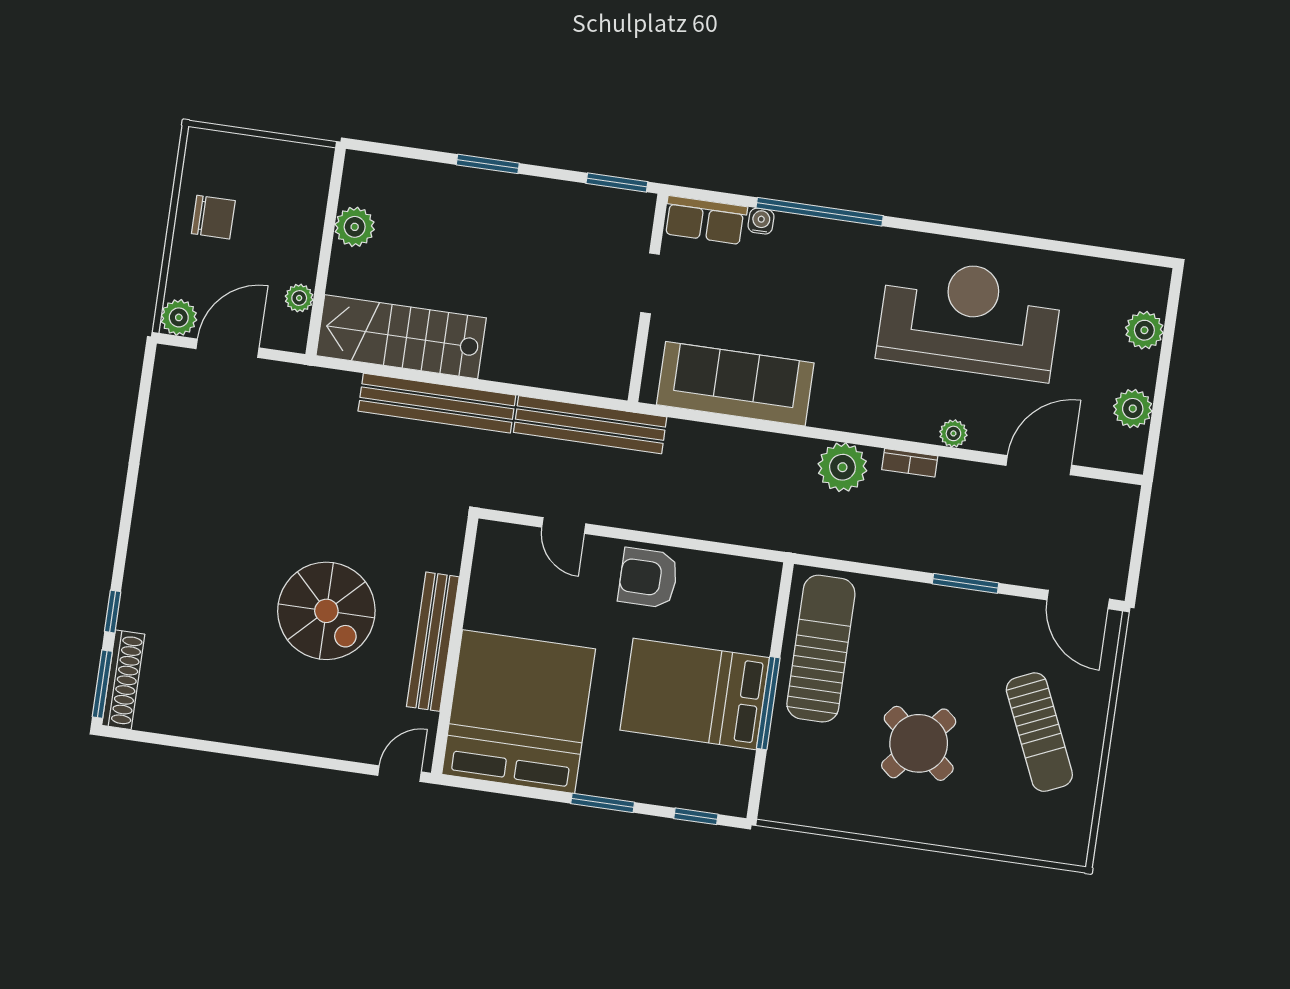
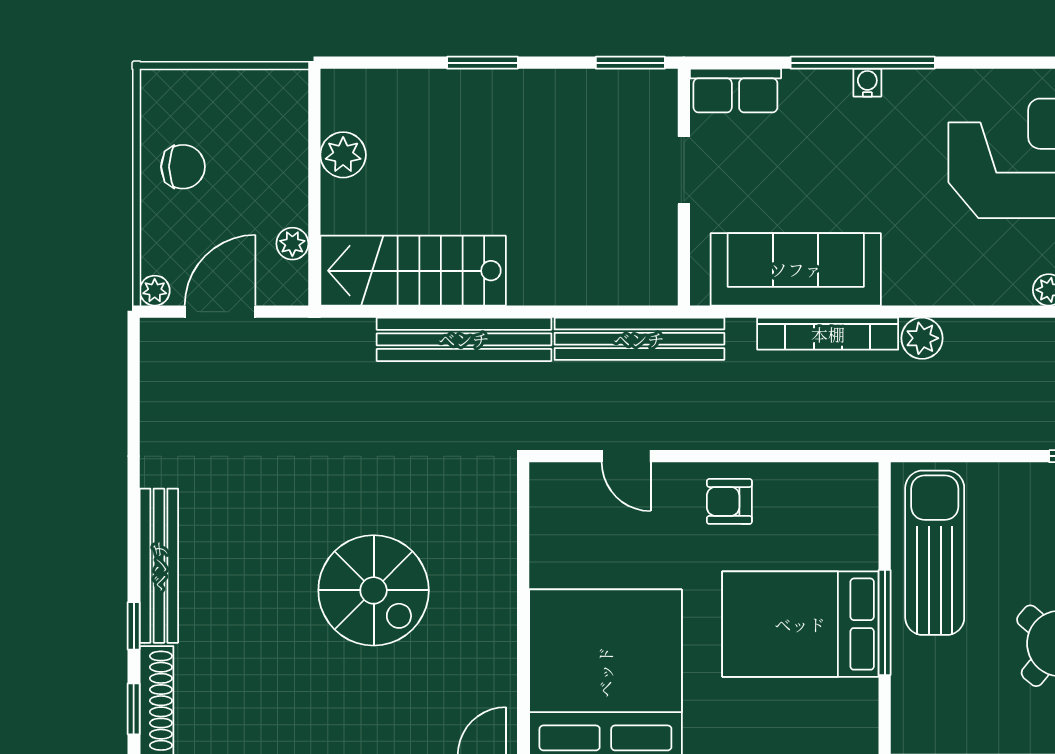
water cooler: (761, 221) -> (867, 83), moved
plant: (179, 317) -> (155, 291), width x0.73, depth x0.73
bookcase: (910, 463) -> (828, 334), moved, width x2.31, depth x1.31
plant: (842, 467) -> (922, 338), width x0.73, depth x0.73
armchair: (648, 578) -> (729, 501), width x0.72, depth x0.72
bench: (433, 642) -> (159, 566), moved
window: (102, 684) -> (134, 709), width x0.67

